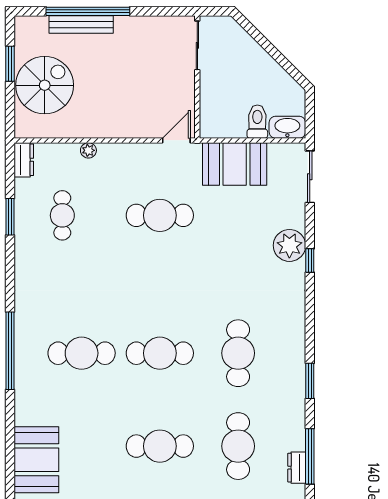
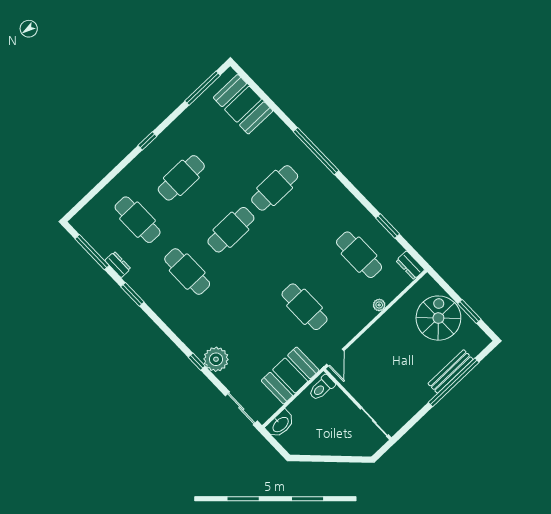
spiral stairs: (45, 85) -> (438, 318), turned 180
toilet: (257, 122) -> (322, 388), moved, turned 90
cafe table: (62, 215) -> (359, 255), width x1.37, depth x1.35
cafe table: (160, 215) -> (305, 307), turned 90
dresser: (297, 468) -> (118, 265), moved

